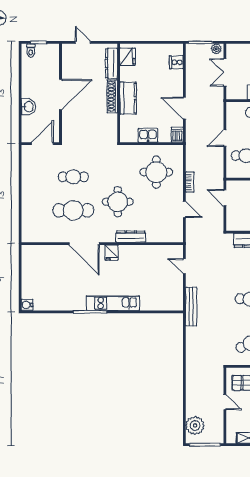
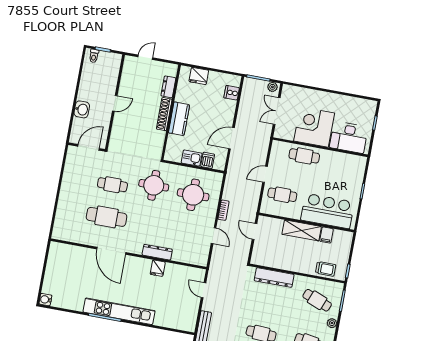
door: (83, 42) -> (145, 57), hinge flipped
fridge: (128, 57) -> (199, 76), moved, turned 90
dresser: (111, 63) -> (168, 87), width x0.70
door: (60, 94) -> (115, 103), width x0.53
door: (184, 108) -> (231, 138), hinge flipped
dishwasher: (177, 135) -> (208, 160), moved
round table: (118, 202) -> (154, 185), moved
fridge: (112, 253) -> (158, 268), moved
kitchen unit: (113, 303) -> (119, 311), width x1.36

